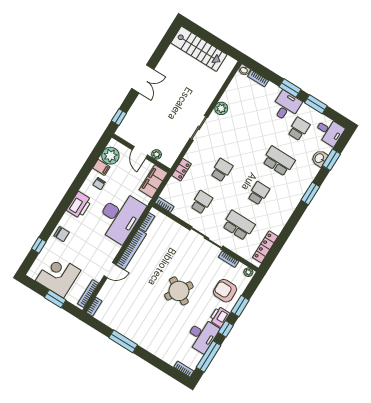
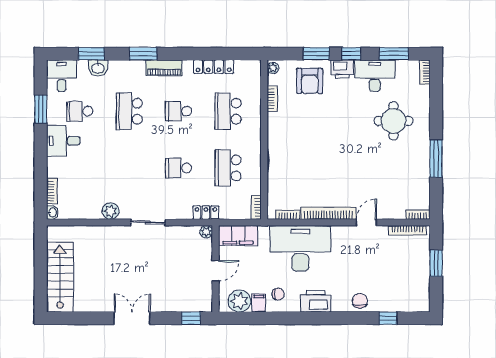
window: (290, 88) -> (41, 149), removed
plant: (157, 154) -> (206, 232), moved
piano: (293, 201) -> (164, 68), added
school desk: (202, 202) -> (228, 168), width x1.85
sliding door: (206, 238) -> (264, 138), removed
locker: (265, 247) -> (214, 67), moved
door: (110, 270) -> (366, 222), hinge flipped
corner desk: (58, 276) -> (408, 276), removed
round table: (179, 291) -> (393, 121), moved, turned -31
window: (209, 356) -> (394, 54), width x0.69

